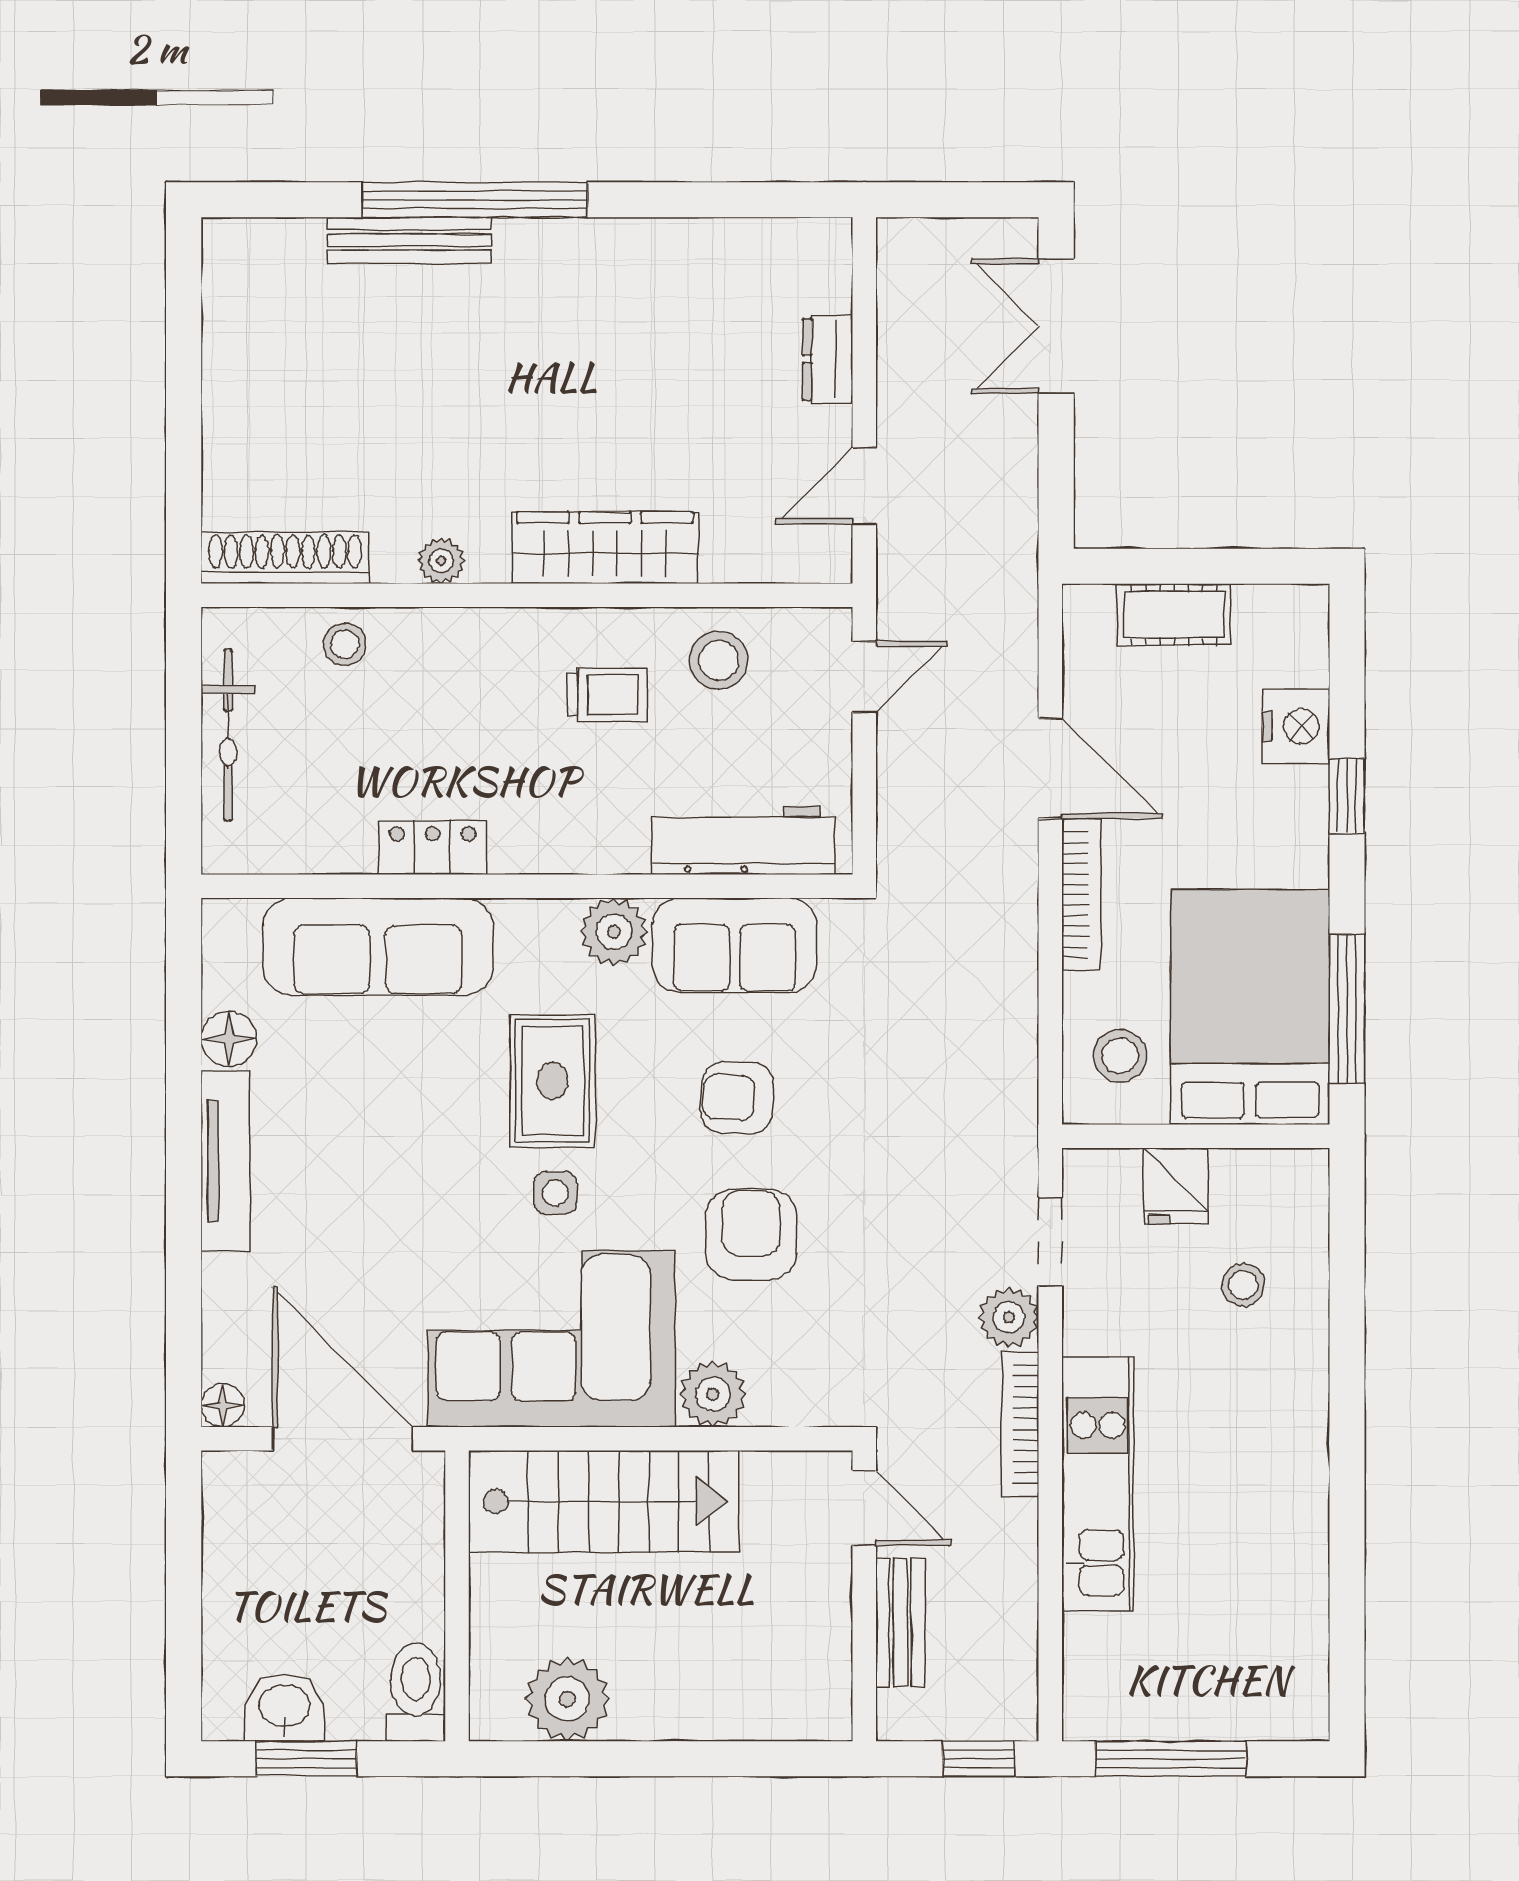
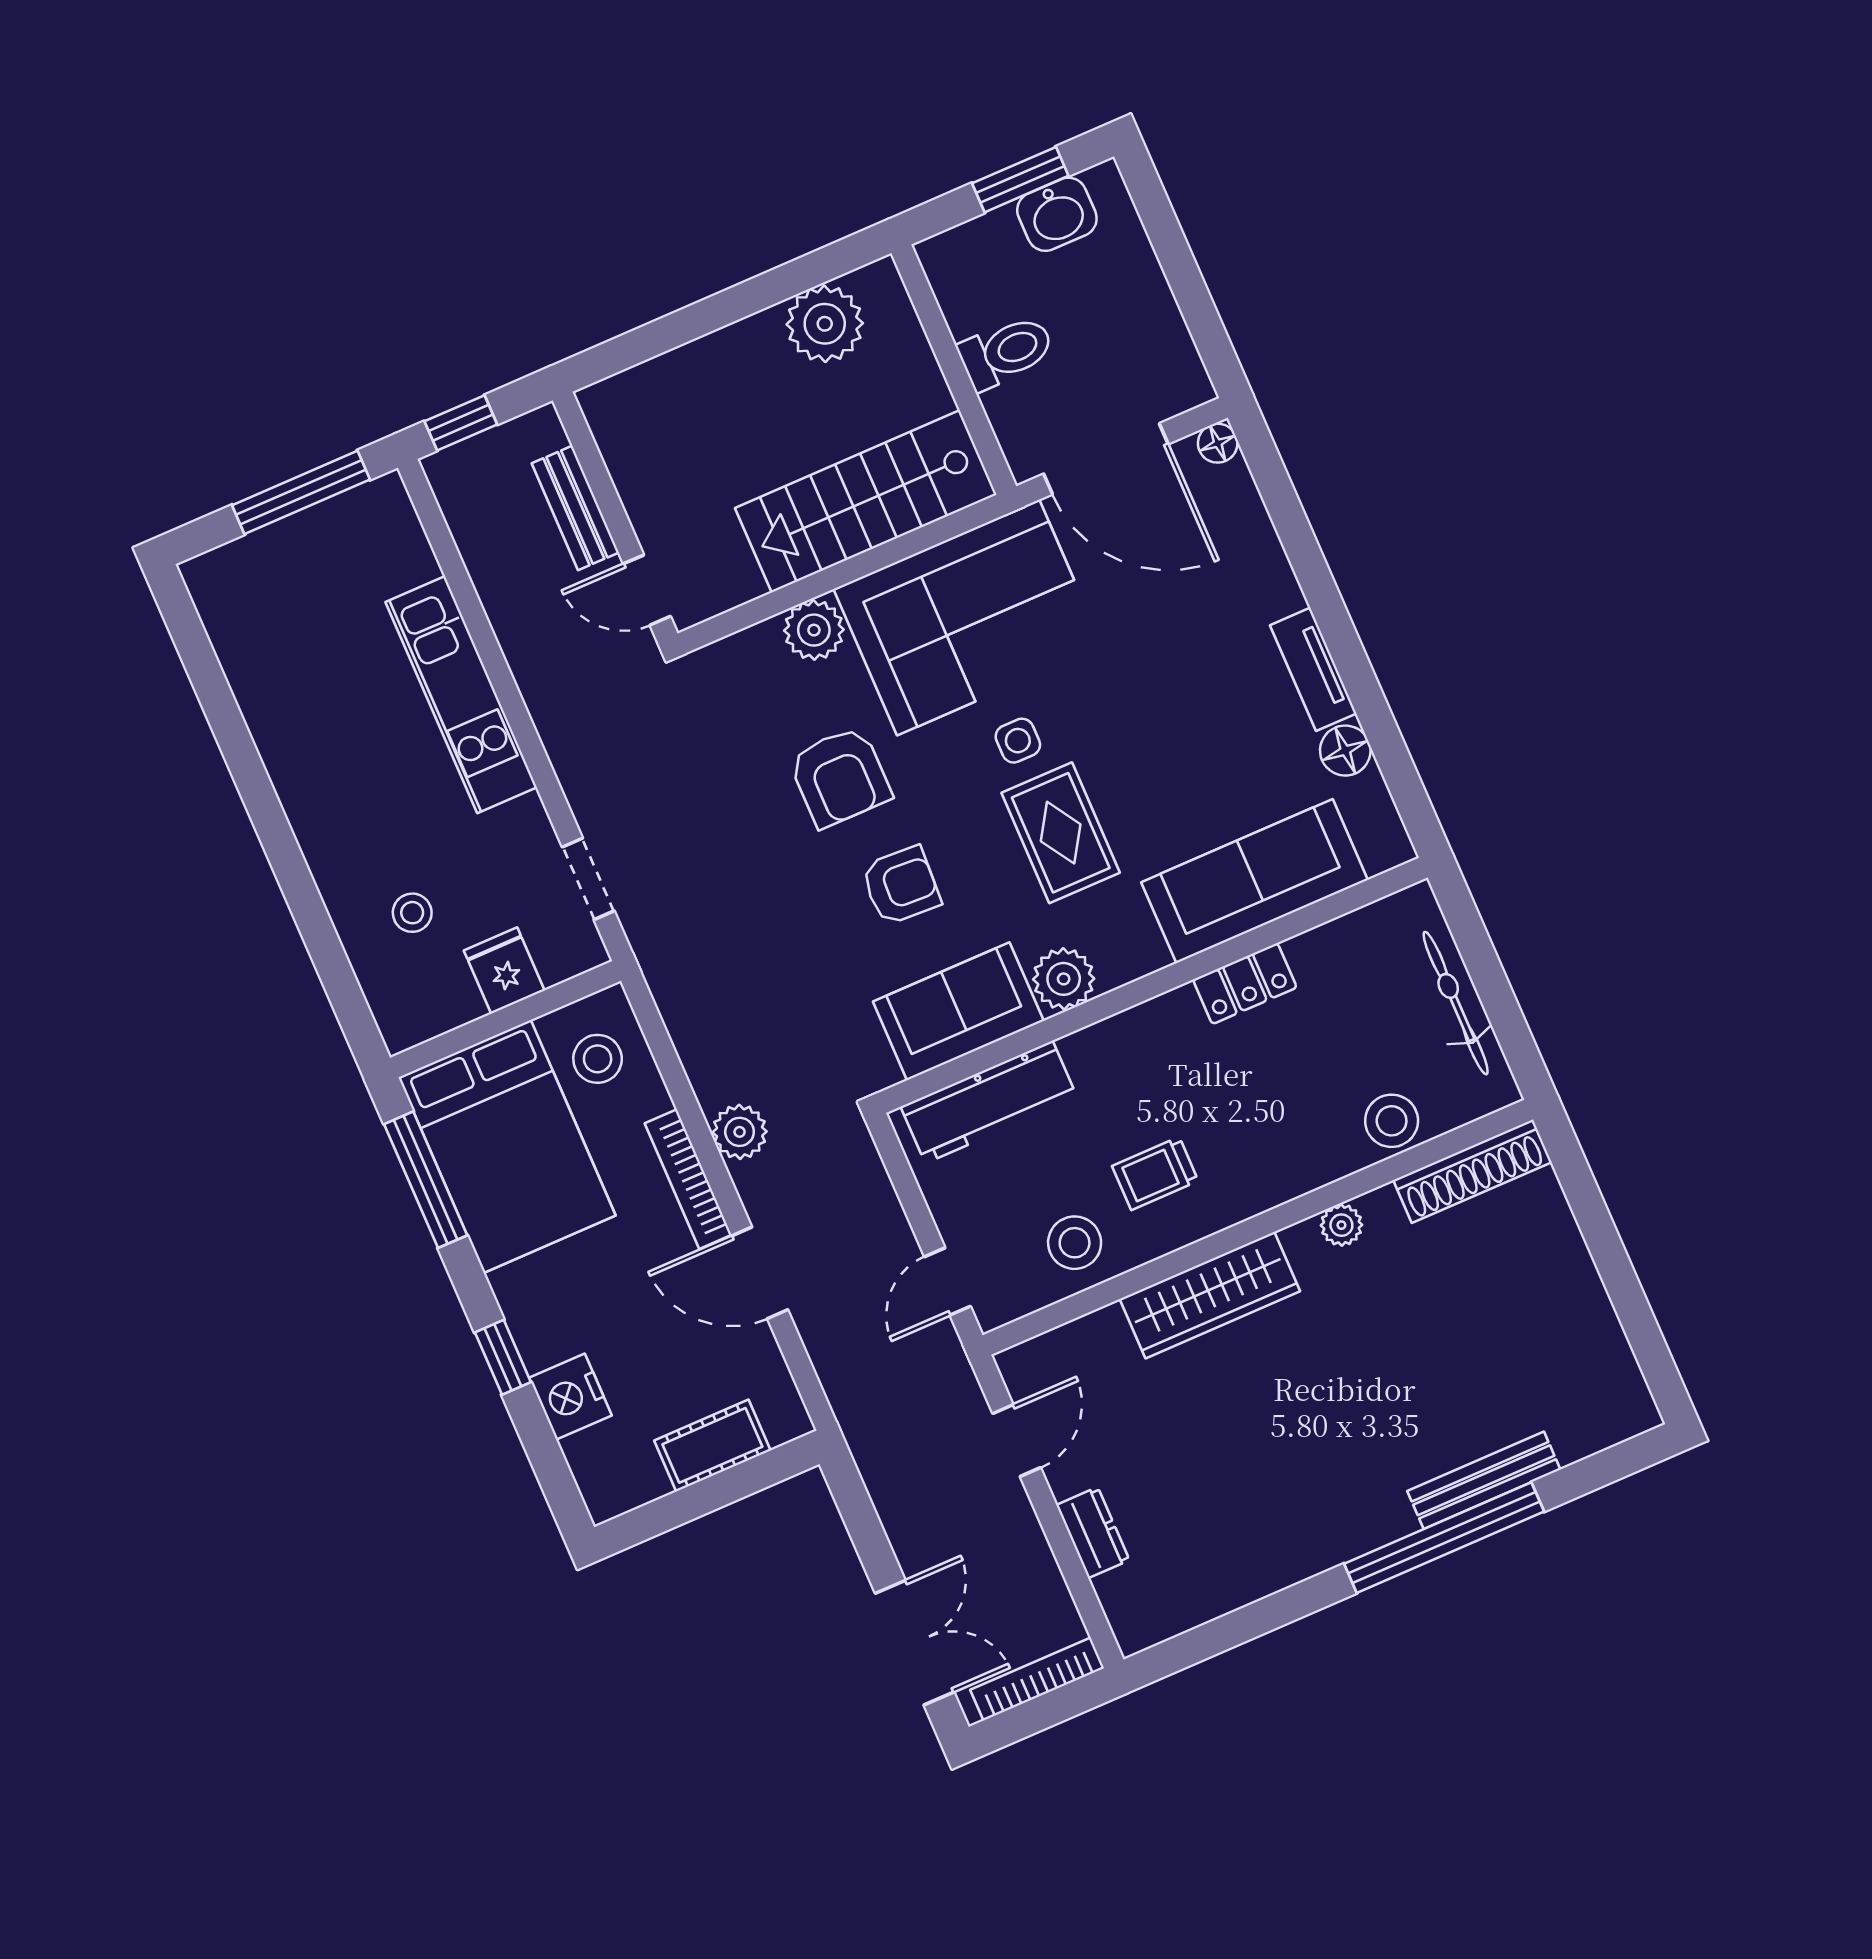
stool: (345, 644) -> (1392, 1121), width x1.37, depth x1.37
tv unit: (225, 1161) -> (1313, 669), width x0.71
plant: (1009, 1317) -> (740, 1132), moved
bookcase: (1020, 1424) -> (1037, 1679), moved, turned -90
toilet: (416, 1692) -> (1006, 352), moved, turned -90

